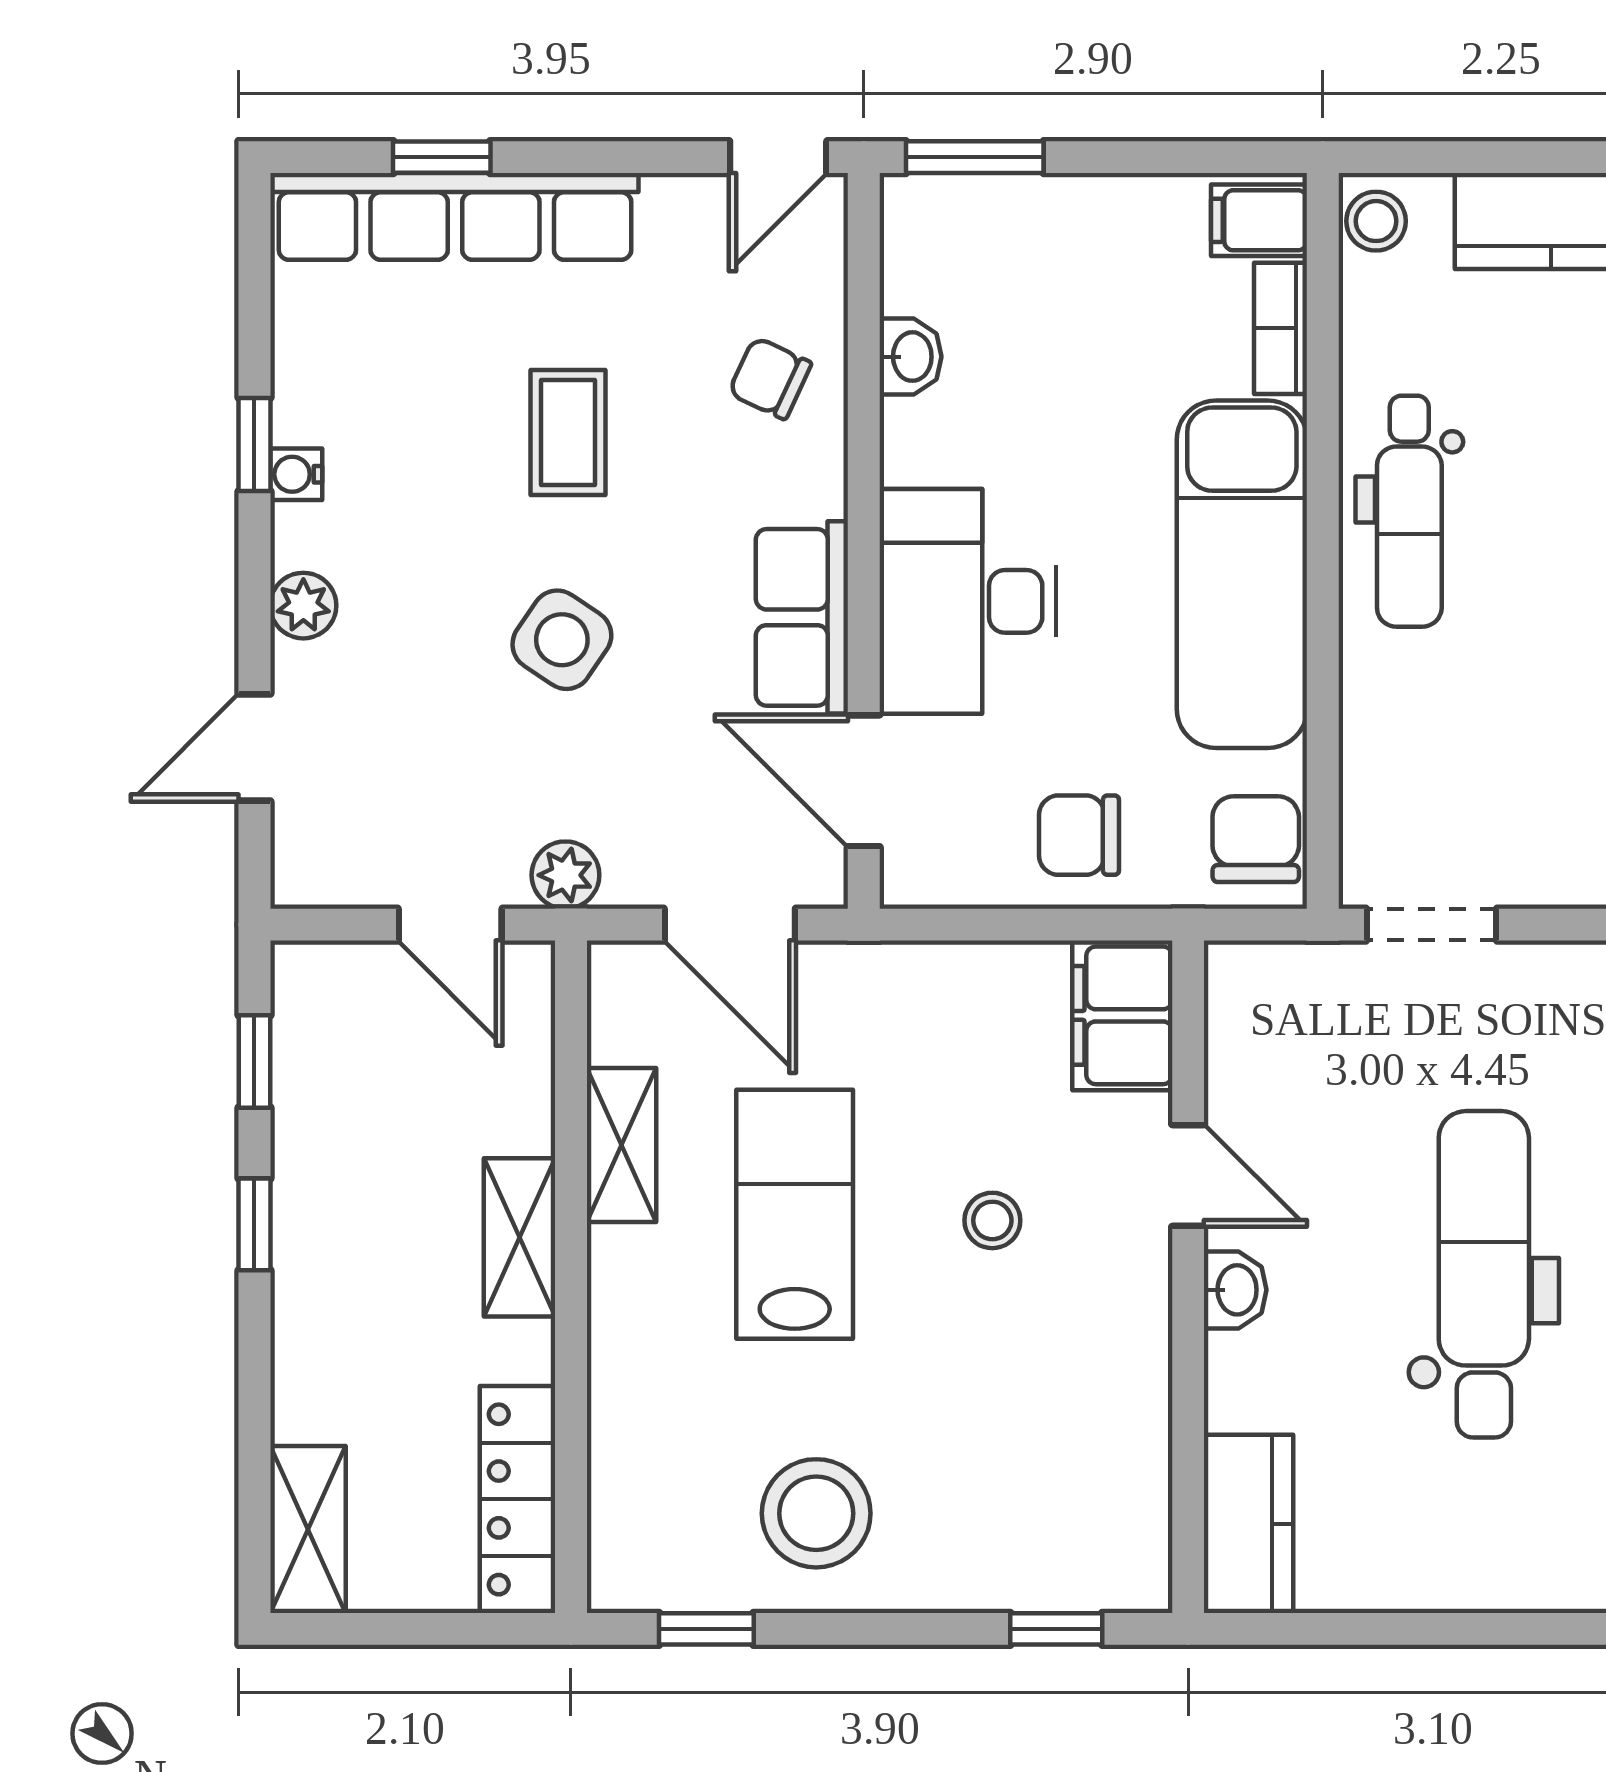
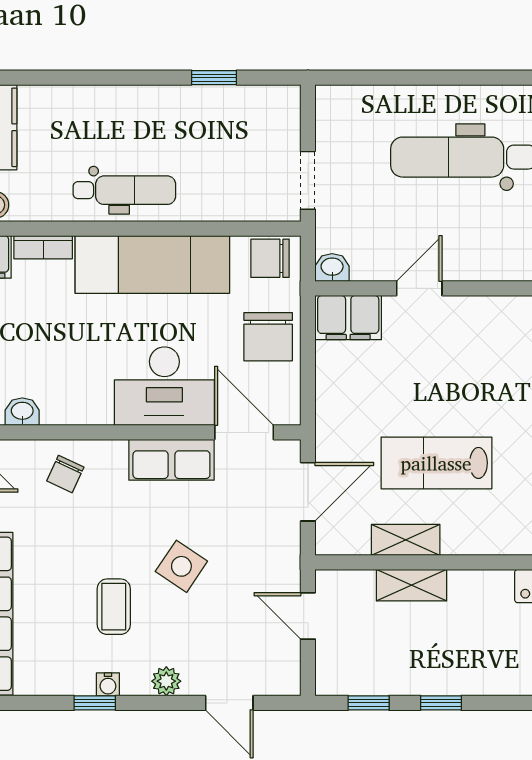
washbasin: (910, 357) -> (22, 412), moved
coffee table: (568, 432) -> (114, 607), moved, turned 90
door: (864, 781) -> (244, 432), swing flipped
chair: (1079, 835) -> (268, 337), width x1.37, depth x1.37
plant: (565, 875) -> (286, 565), removed
door: (450, 925) -> (308, 616), swing flipped
stool: (992, 1220) -> (439, 375), removed
shelving: (520, 1237) -> (412, 585), moved
washbasin: (1235, 1290) -> (332, 267), moved

